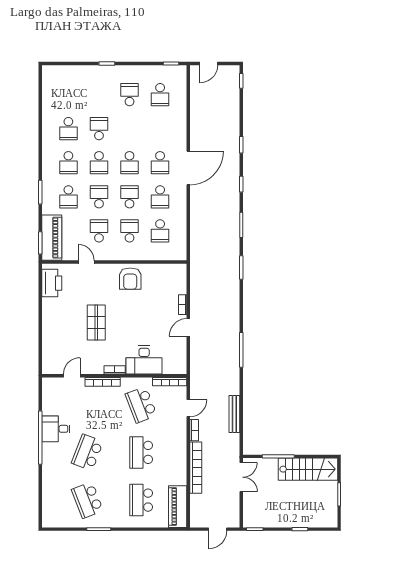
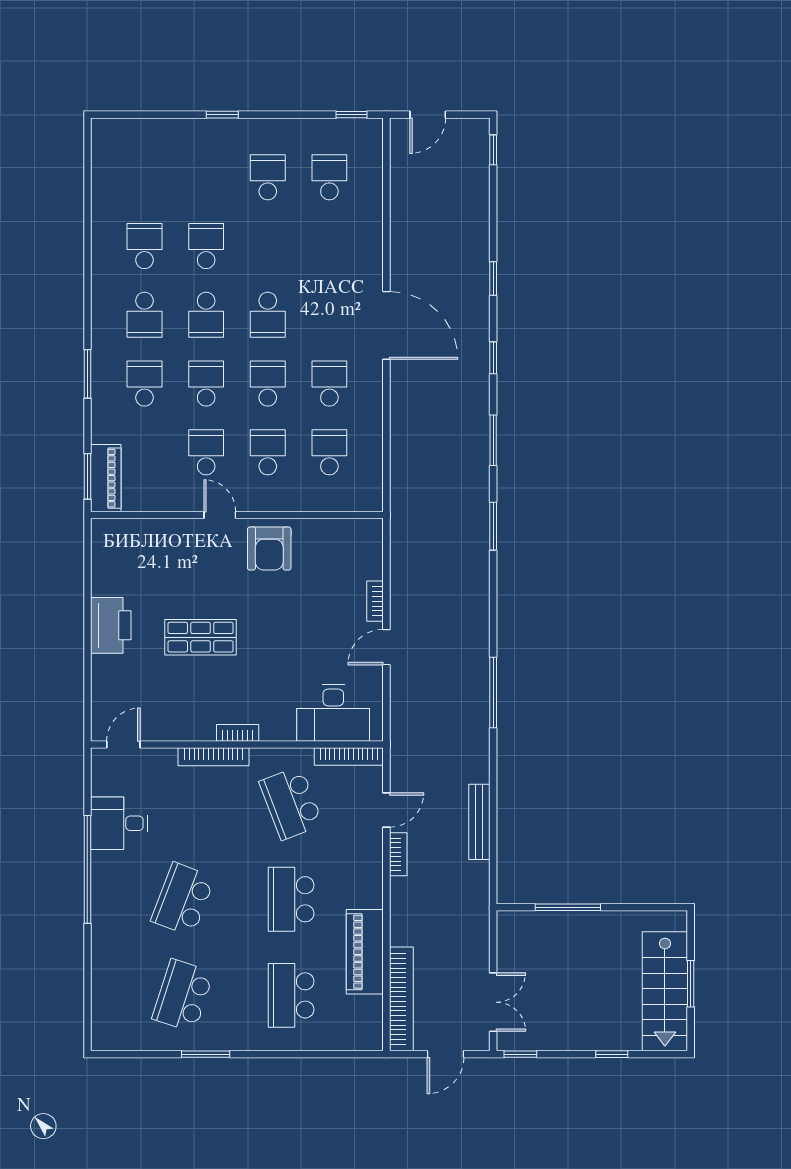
school desk: (160, 95) -> (329, 177), turned 180
school desk: (68, 129) -> (145, 246), turned 180
school desk: (160, 163) -> (329, 315), removed
door: (188, 168) -> (386, 325), hinge flipped
school desk: (68, 197) -> (145, 384), turned 180
school desk: (160, 197) -> (329, 384), turned 180
school desk: (160, 231) -> (329, 452), turned 180
piano: (52, 238) -> (106, 478), width x0.73, depth x0.75
door: (86, 262) -> (220, 515), moved
printer: (52, 283) -> (111, 625), moved
shop shelf: (96, 322) -> (201, 637), turned 90
desk: (144, 360) -> (333, 713), moved
door: (72, 376) -> (123, 744), moved
desk: (56, 429) -> (119, 823), moved
bookcase: (196, 468) -> (401, 999), moved
stairs: (308, 469) -> (665, 991), moved, turned 90
double door: (241, 477) -> (493, 1002), moved
school desk: (87, 500) -> (183, 995), turned 39
piano: (178, 507) -> (365, 952), moved

